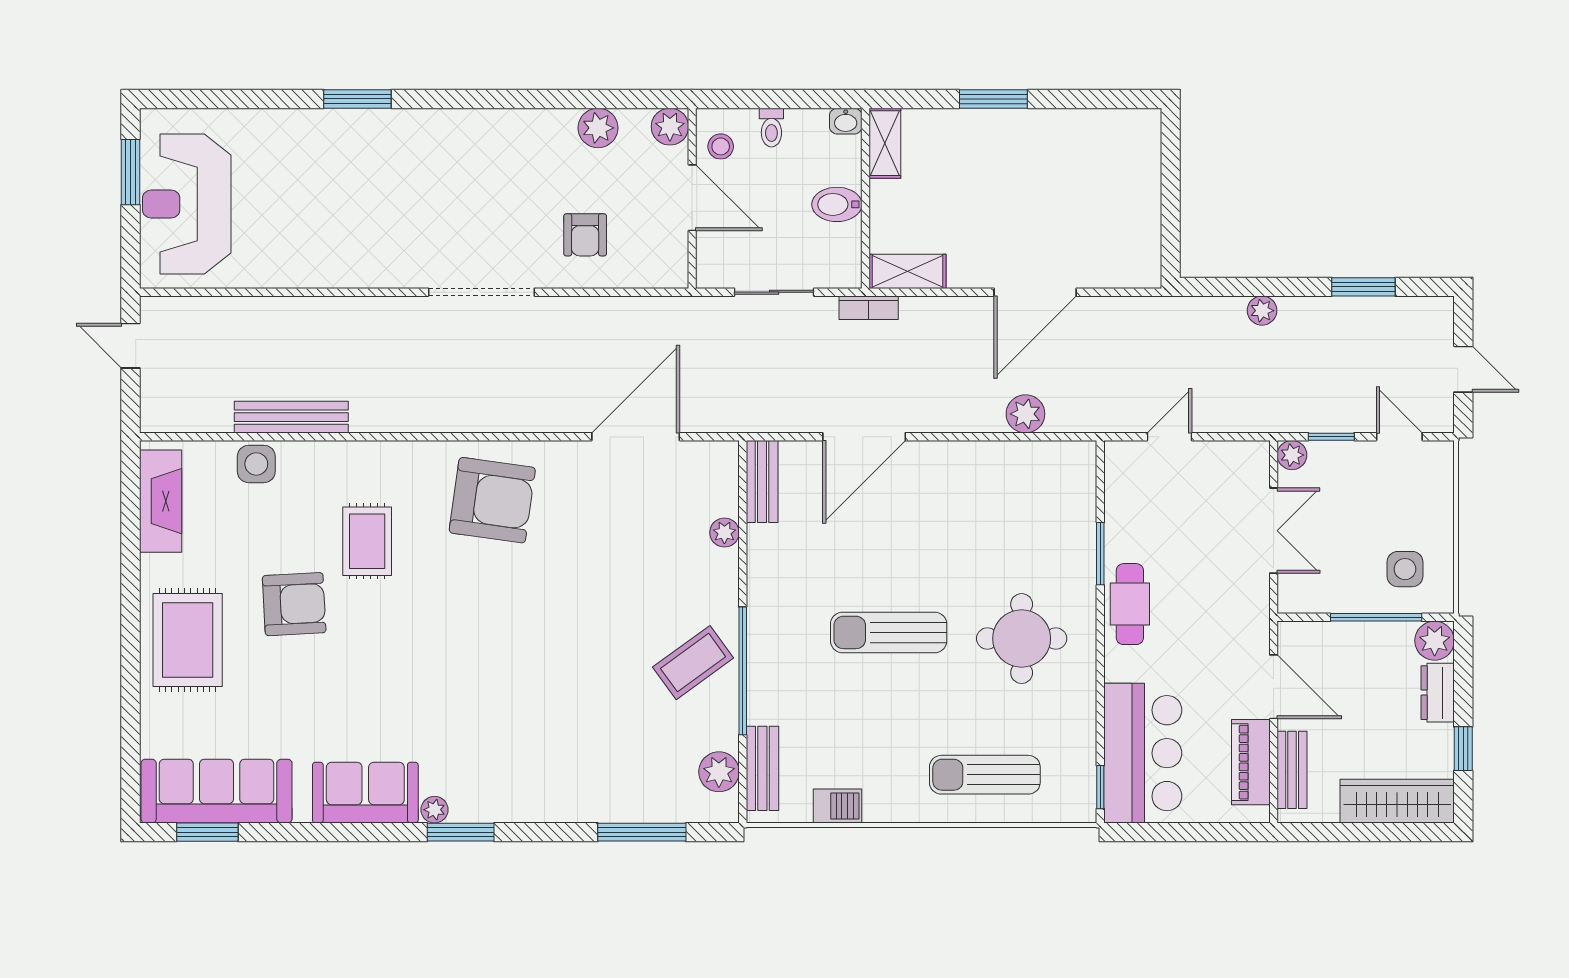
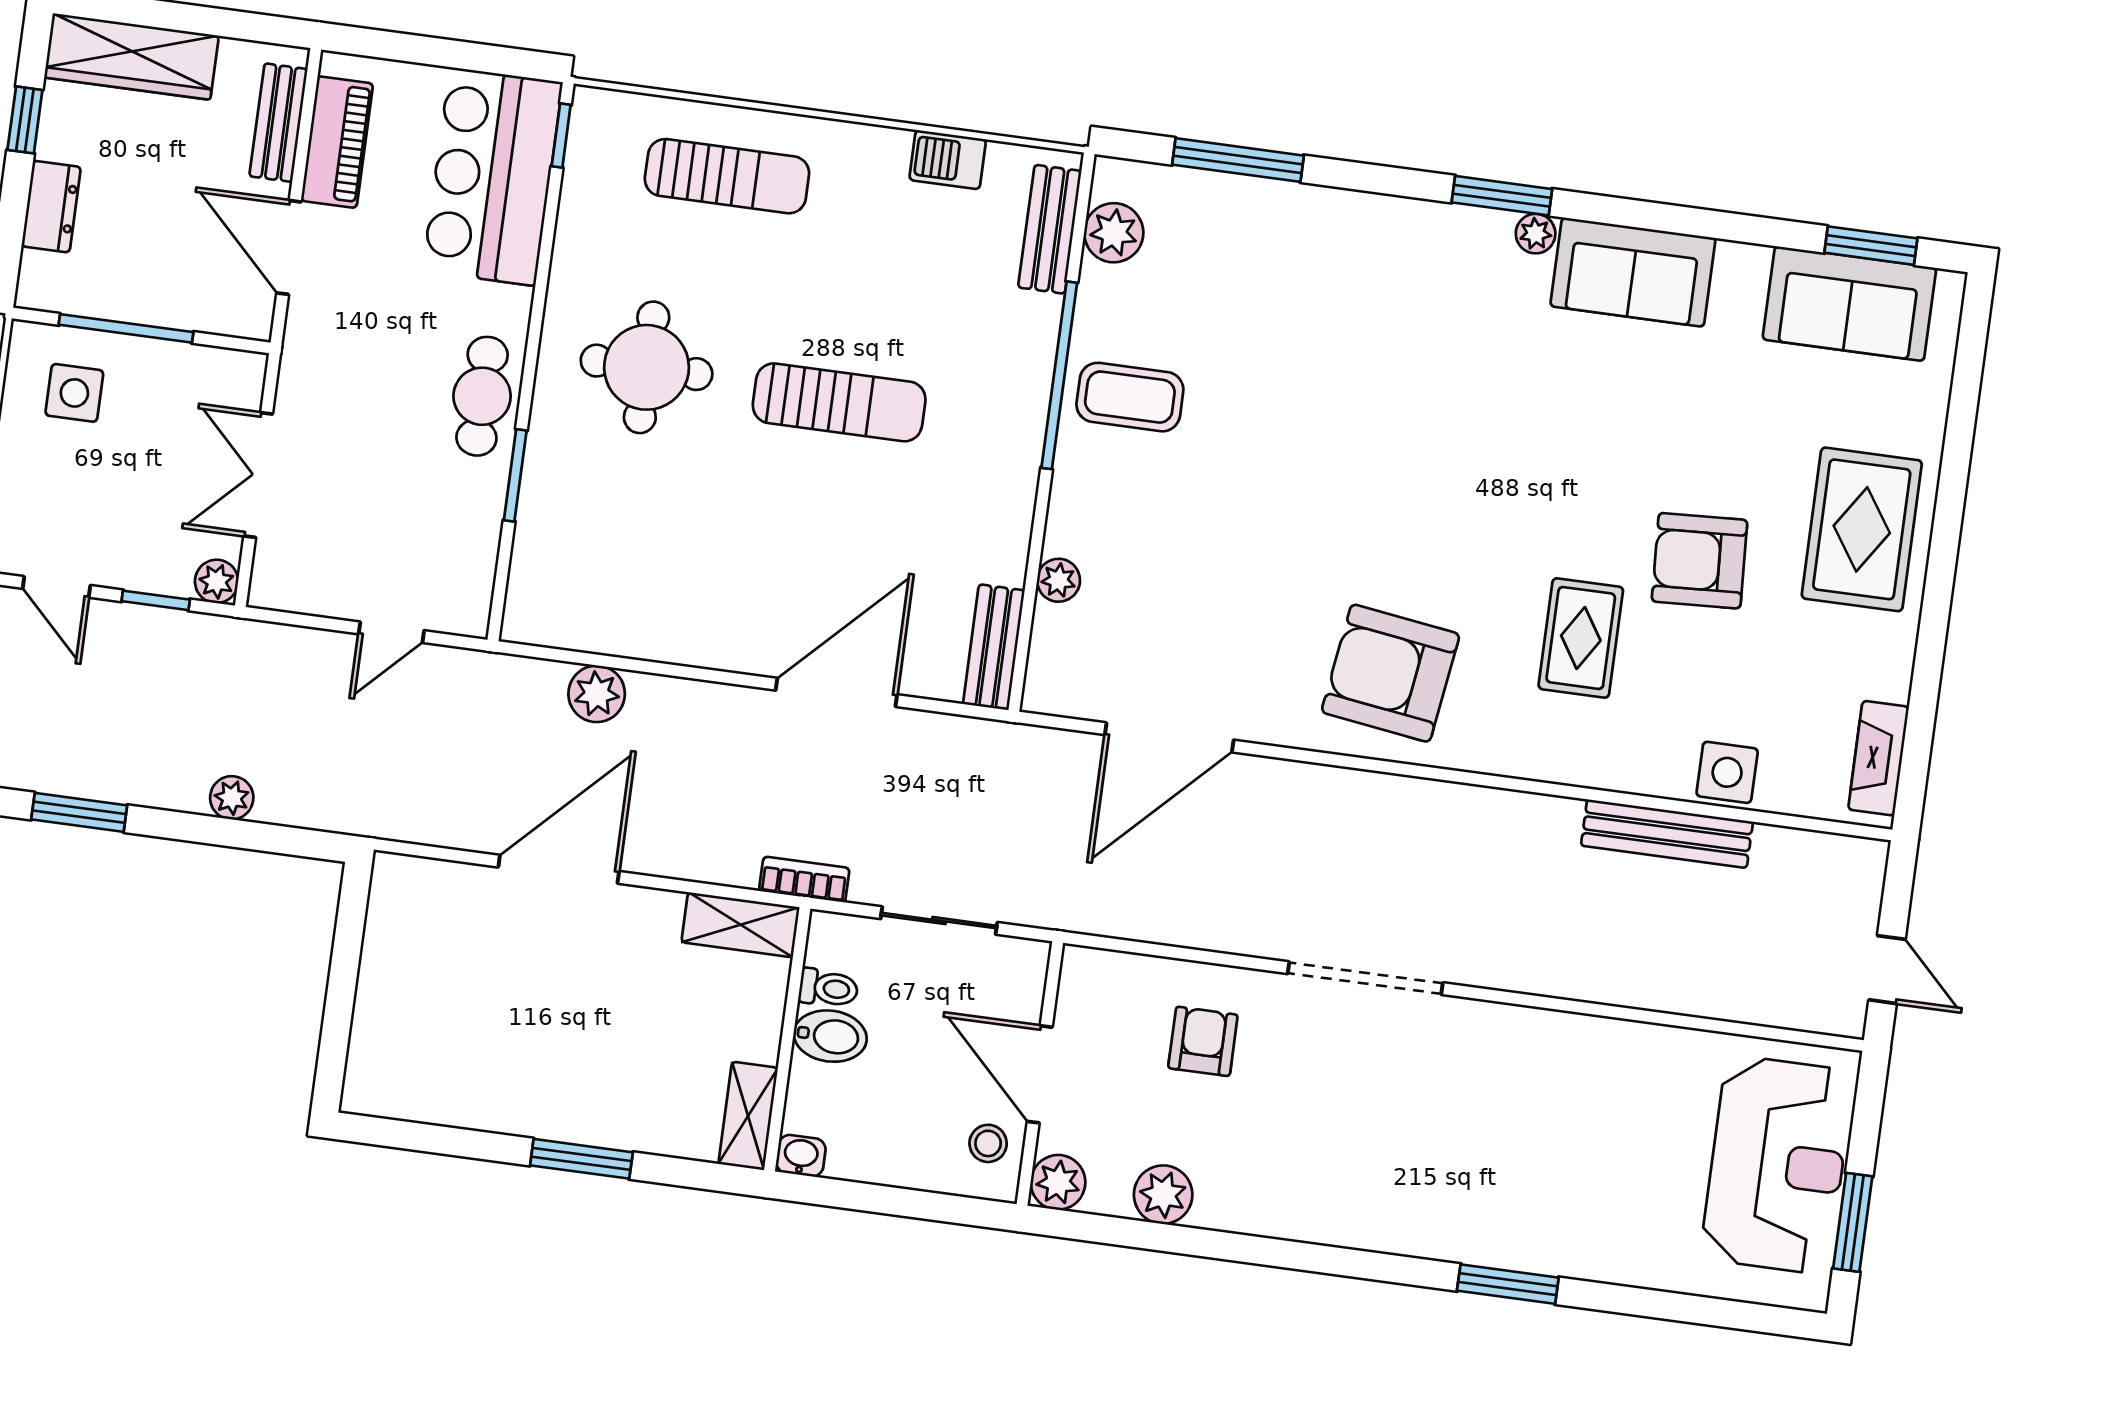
toilet: (771, 128) -> (828, 988), moved, turned 90
fireplace: (161, 501) -> (1878, 758), width x0.73, depth x0.76
plant: (1435, 641) -> (45, 283), removed
coffee table: (693, 663) -> (1130, 397), turned 36
sofa: (217, 791) -> (1849, 304), width x0.73

